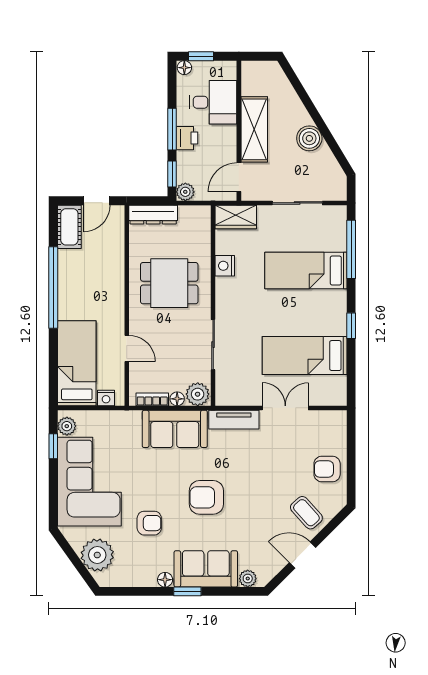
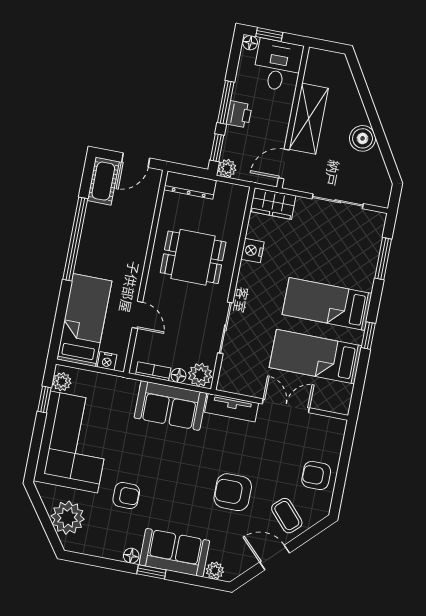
desk: (213, 102) -> (278, 65), moved, turned -90
window: (351, 249) -> (383, 259), width x0.69
bed: (306, 271) -> (327, 304), moved
armchair: (206, 497) -> (233, 492), moved

